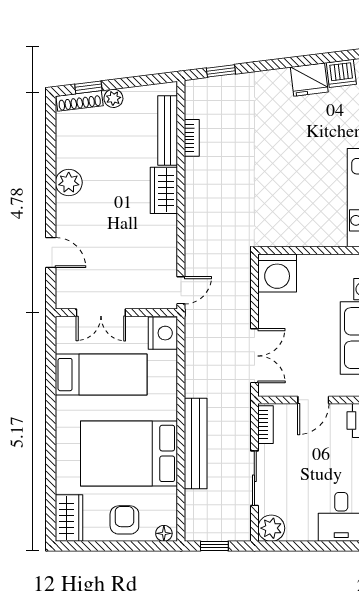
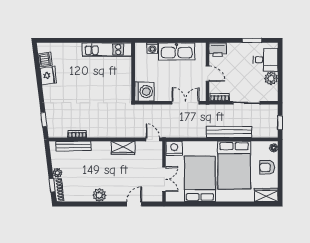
wardrobe: (164, 190) -> (123, 148), moved
bed: (101, 375) -> (200, 179), width x1.50
plant: (271, 528) -> (271, 78), moved

